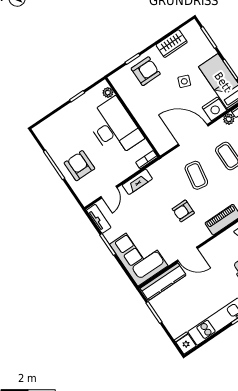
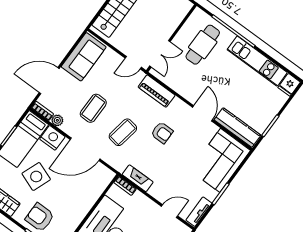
side table: (184, 81) -> (36, 176), width x1.87, depth x1.87
door: (193, 135) -> (85, 149), hinge flipped
fireplace: (137, 182) -> (138, 178), moved

